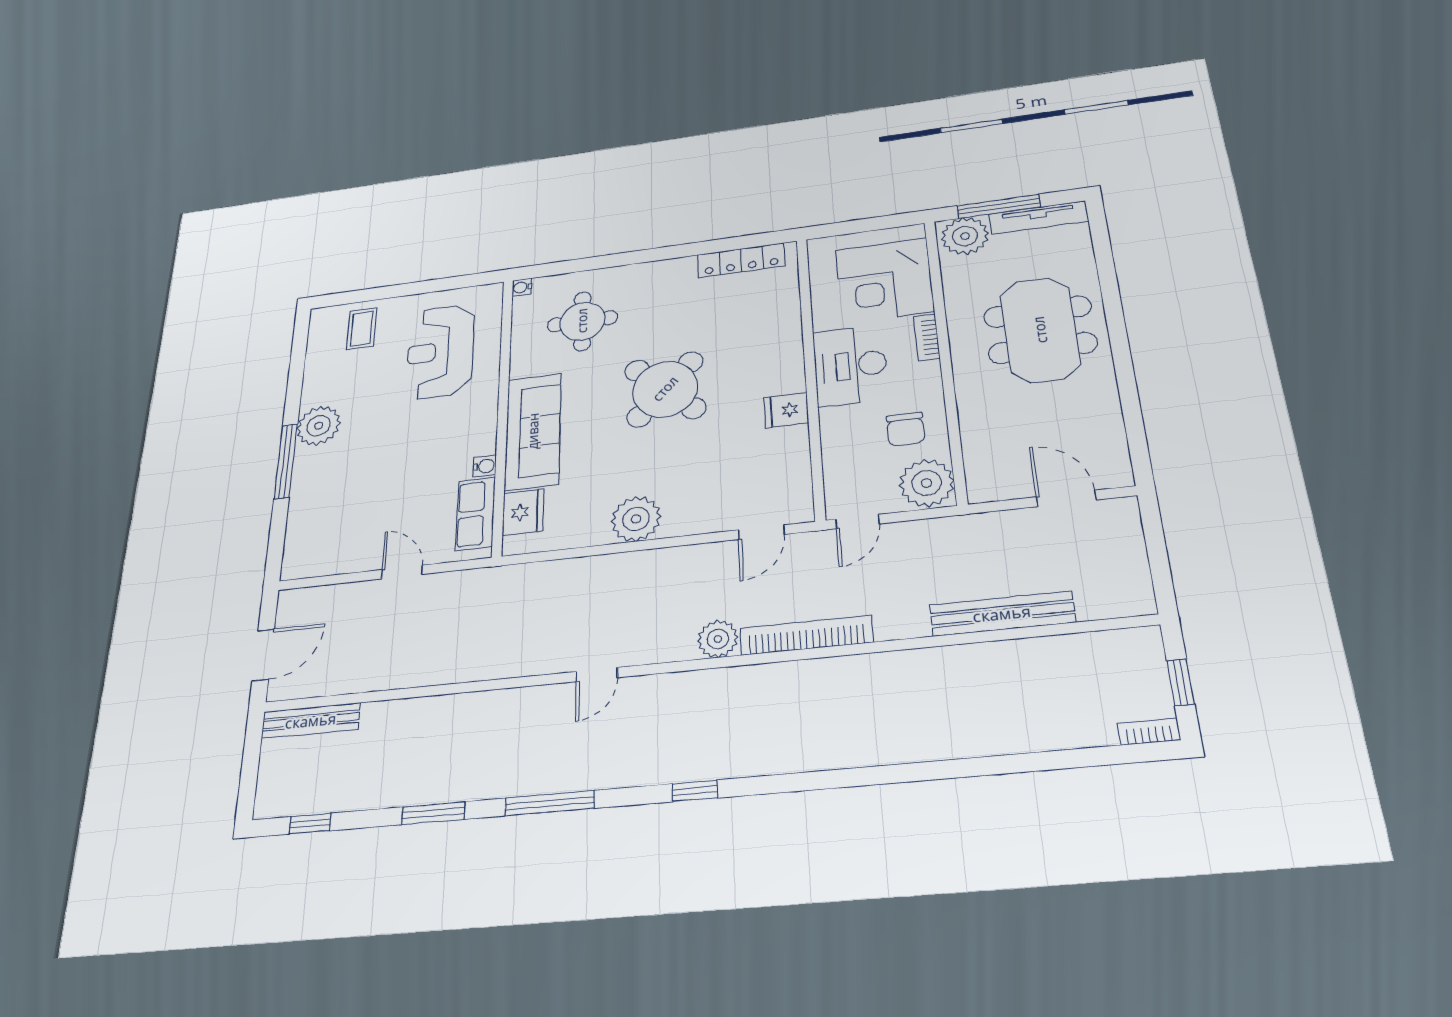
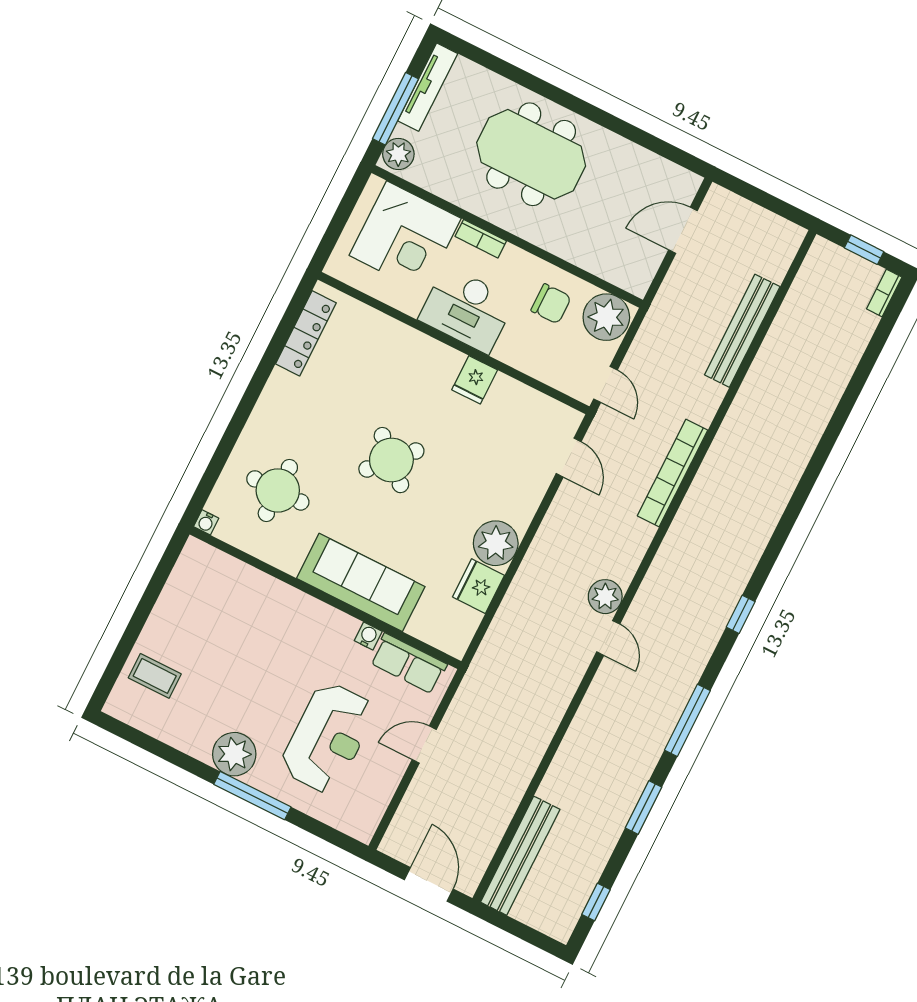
plant: (965, 236) -> (398, 154), width x0.73, depth x0.73
reception desk: (440, 351) -> (328, 738), moved, turned -90
round table: (665, 389) -> (391, 460), width x0.73, depth x0.73
fridge: (523, 512) -> (478, 586), moved, turned -90
plant: (718, 639) -> (605, 597), moved
bench: (311, 721) -> (520, 856), width x1.37, depth x1.21

